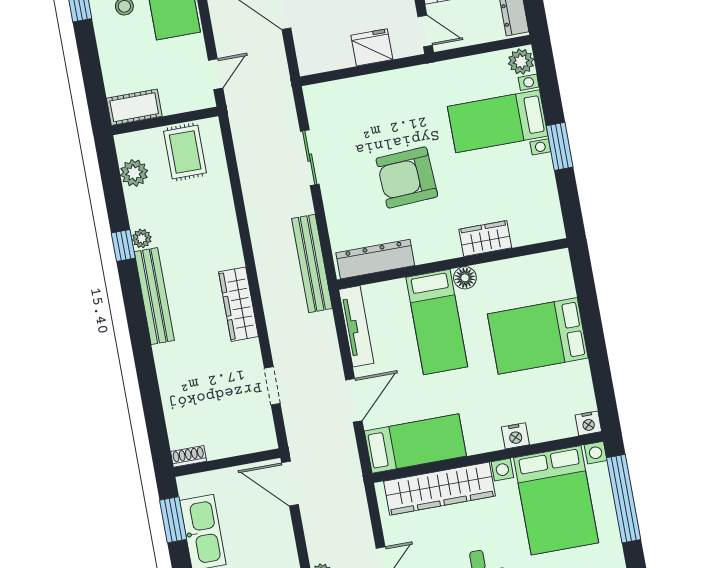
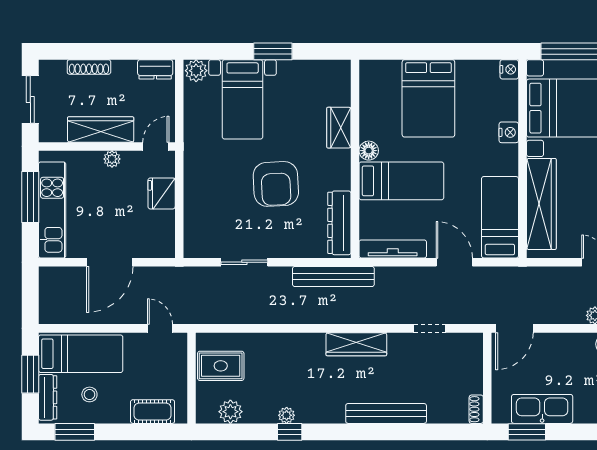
cot: (134, 107) -> (153, 412), moved, turned 90
bench: (154, 296) -> (386, 413), moved

